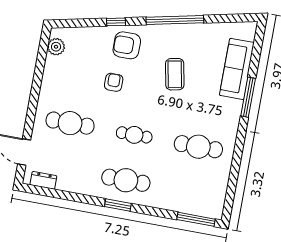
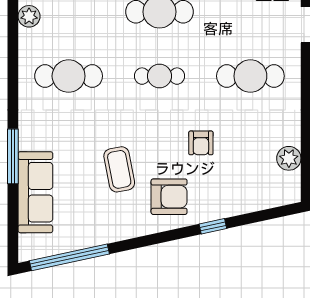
window: (175, 20) -> (69, 257), moved
armchair: (127, 45) -> (169, 197), moved
plant: (56, 47) -> (289, 158), moved
plant: (219, 194) -> (29, 16), added

